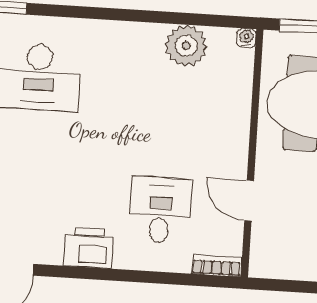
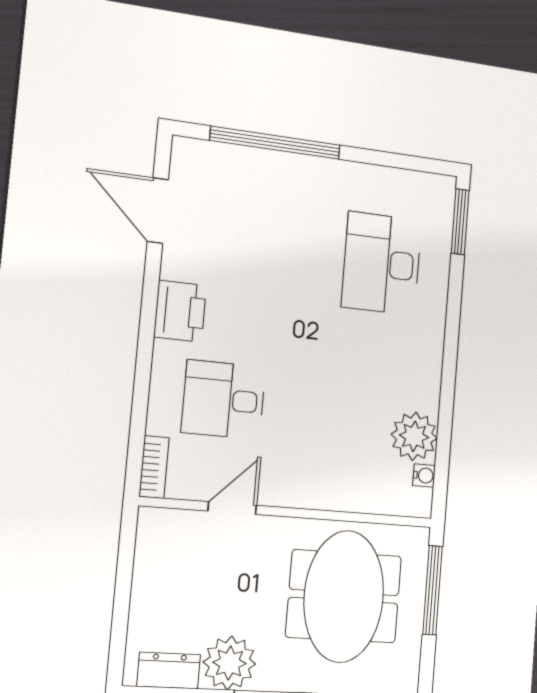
water cooler: (246, 38) -> (424, 475), moved
desk: (160, 210) -> (224, 400), turned 180

